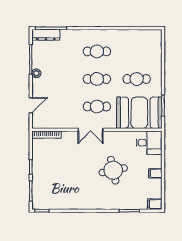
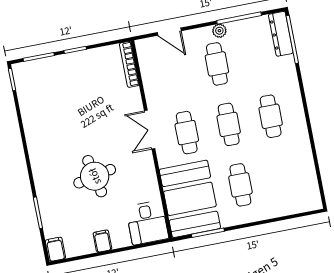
cafe table: (57, 79) -> (217, 64), added

